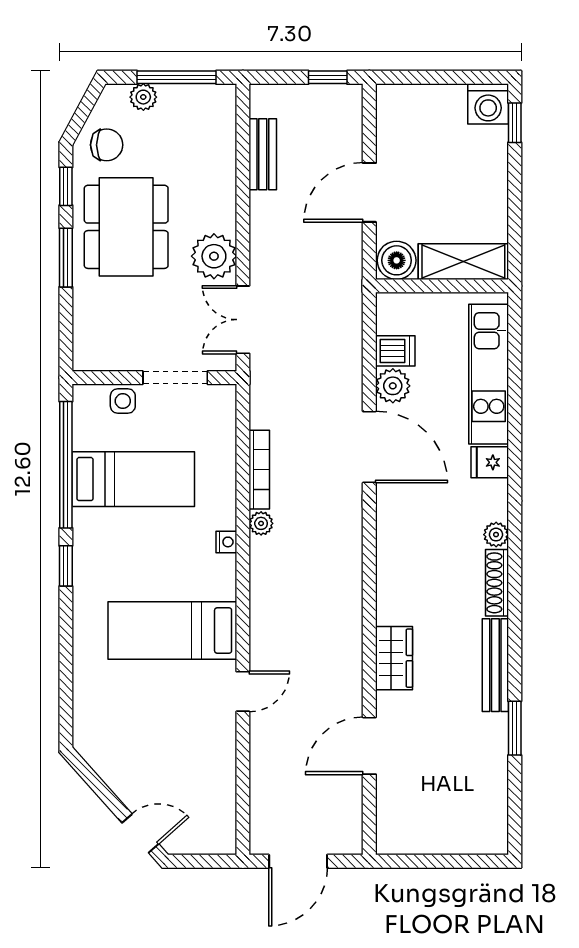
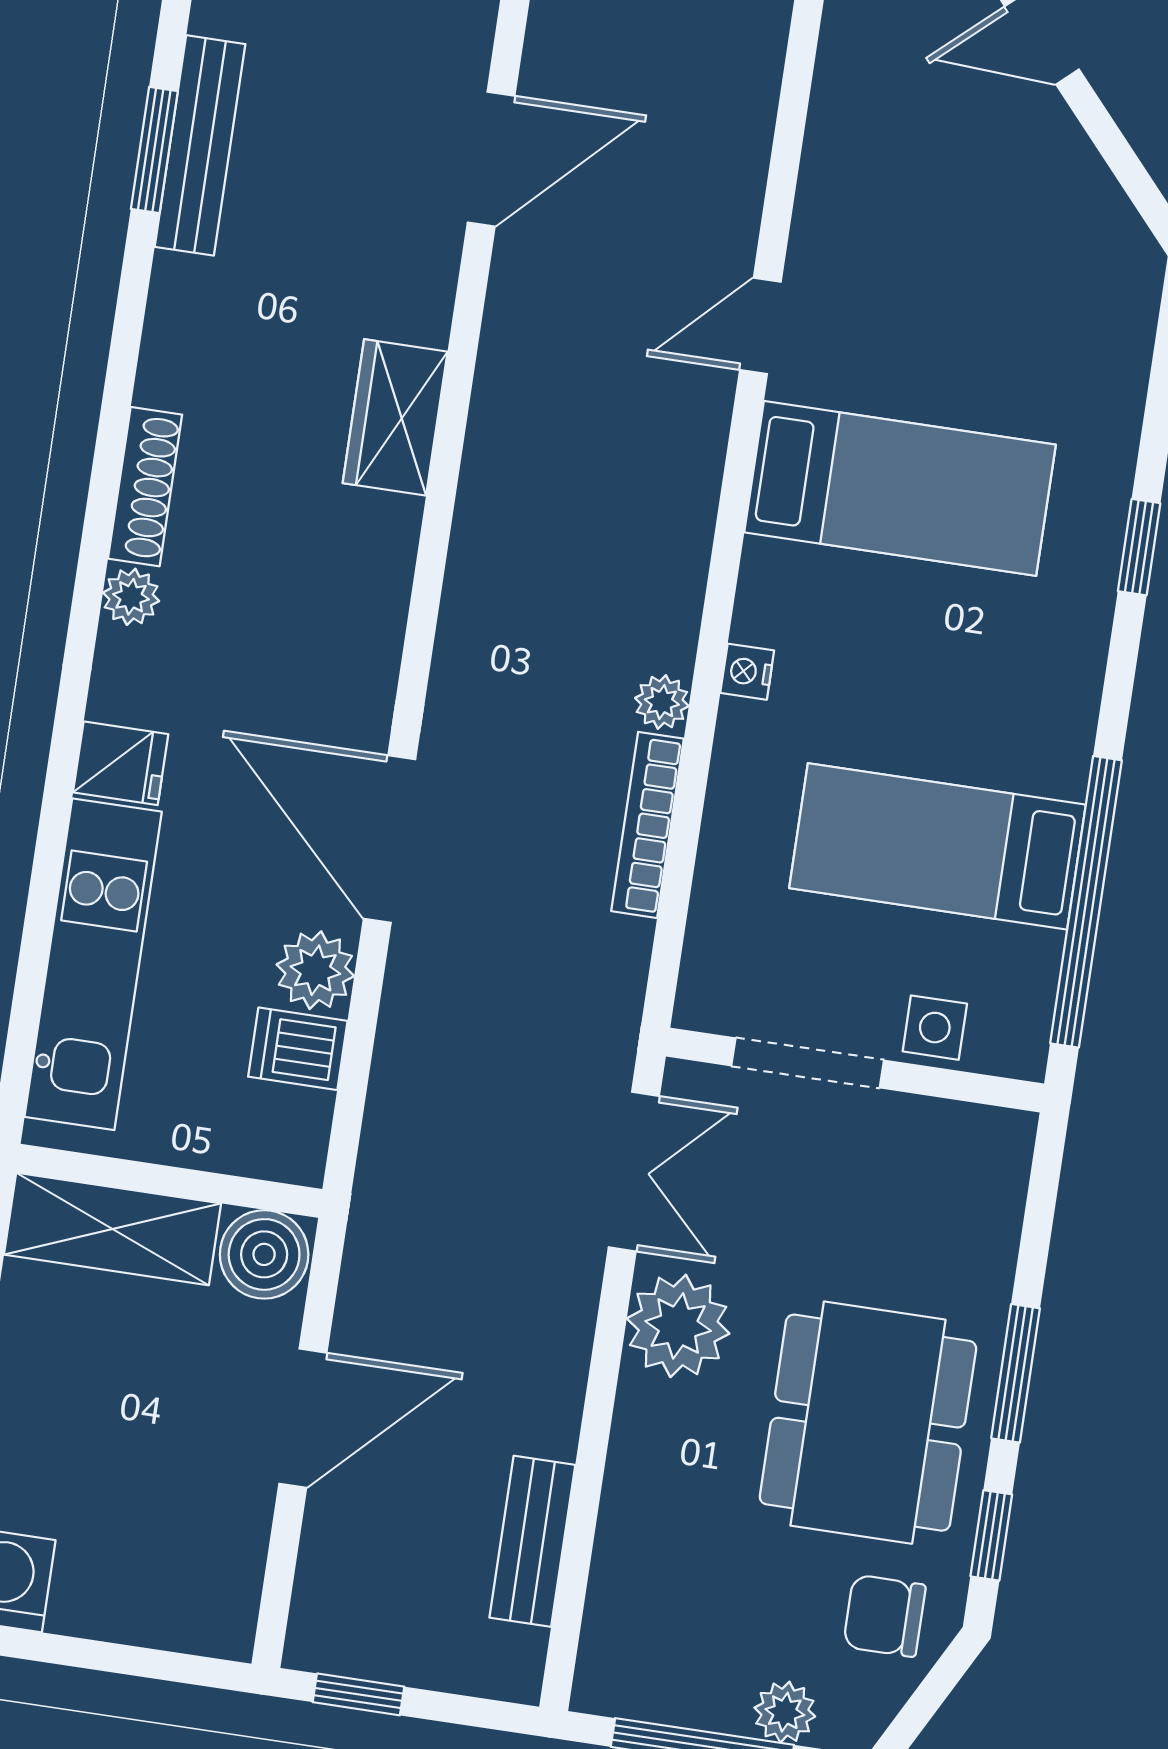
window: (66, 566) -> (1139, 547), moved
wardrobe: (394, 658) -> (395, 417), moved
bench: (495, 665) -> (200, 145), moved

